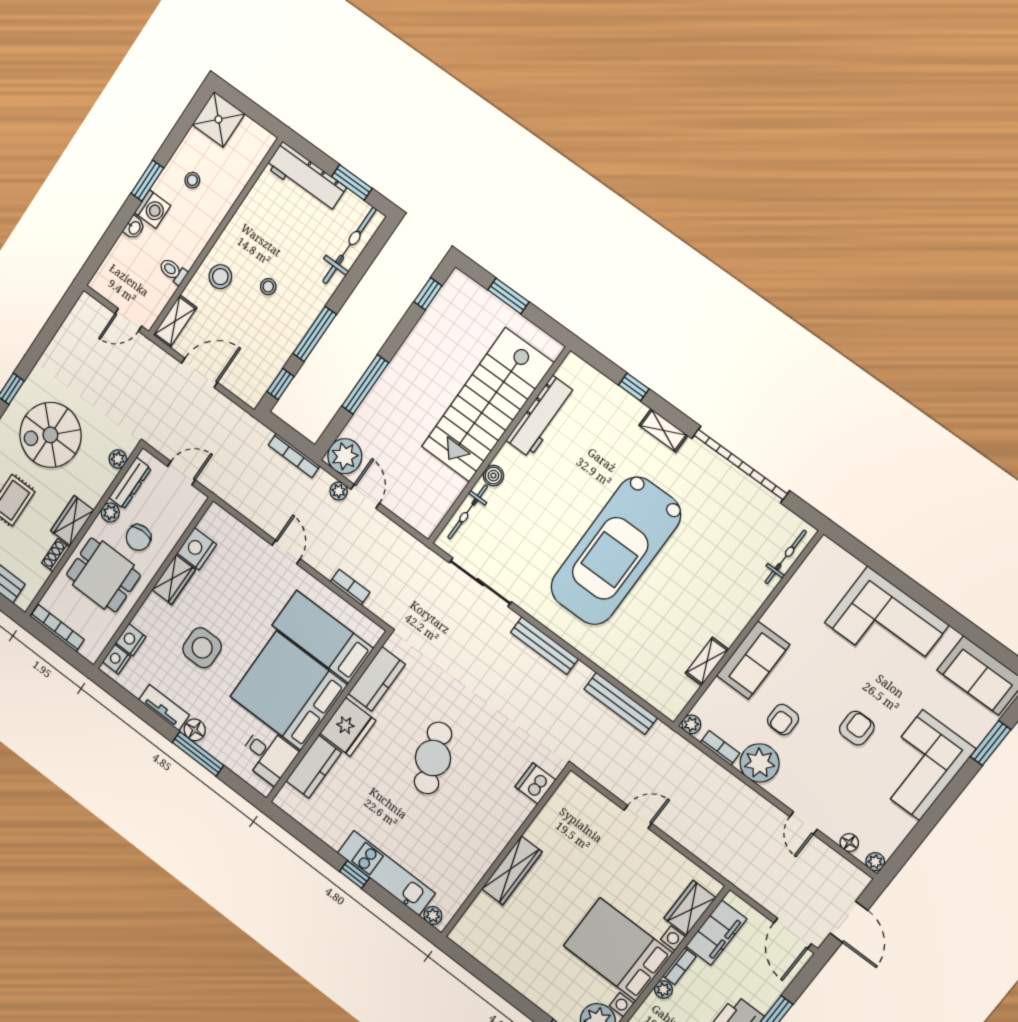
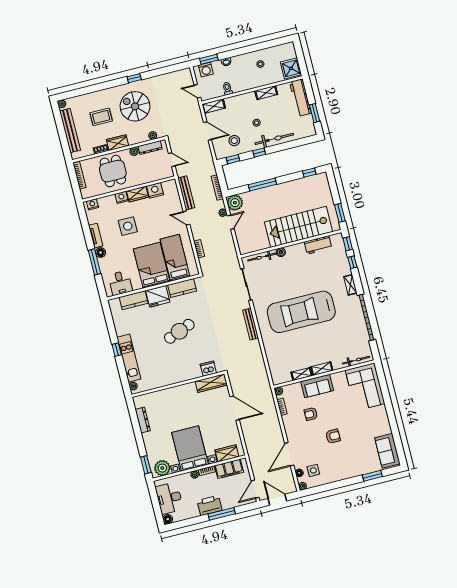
shower: (218, 119) -> (291, 68), moved
window: (147, 181) -> (209, 59), moved
washing machine: (153, 209) -> (206, 70), moved
shelving: (242, 221) -> (266, 93), added
bicycle: (349, 246) -> (274, 139), moved
stool: (220, 277) -> (234, 141), moved
window: (508, 296) -> (340, 213), moved
window: (315, 334) -> (259, 153), width x0.46
window: (598, 361) -> (348, 244), added
workbench: (541, 417) -> (318, 245), width x0.73
chair: (138, 538) -> (137, 169), removed
door: (286, 552) -> (186, 218), swing flipped
shelving: (736, 622) -> (322, 369), added
corner sofa: (887, 624) -> (365, 387), moved
nightstand: (131, 640) -> (122, 197), moved
bed: (289, 691) -> (152, 265), width x0.73
bench: (621, 703) -> (186, 193), moved
plant: (760, 763) -> (291, 422), removed
corner sofa: (921, 765) -> (344, 465), removed
door: (638, 817) -> (235, 408), width x1.88
side table: (872, 818) -> (313, 470), added
door: (803, 823) -> (289, 454), width x1.87
wardrobe: (512, 870) -> (211, 383), moved
door: (849, 922) -> (277, 500), swing flipped
dresser: (496, 962) -> (143, 420), added

